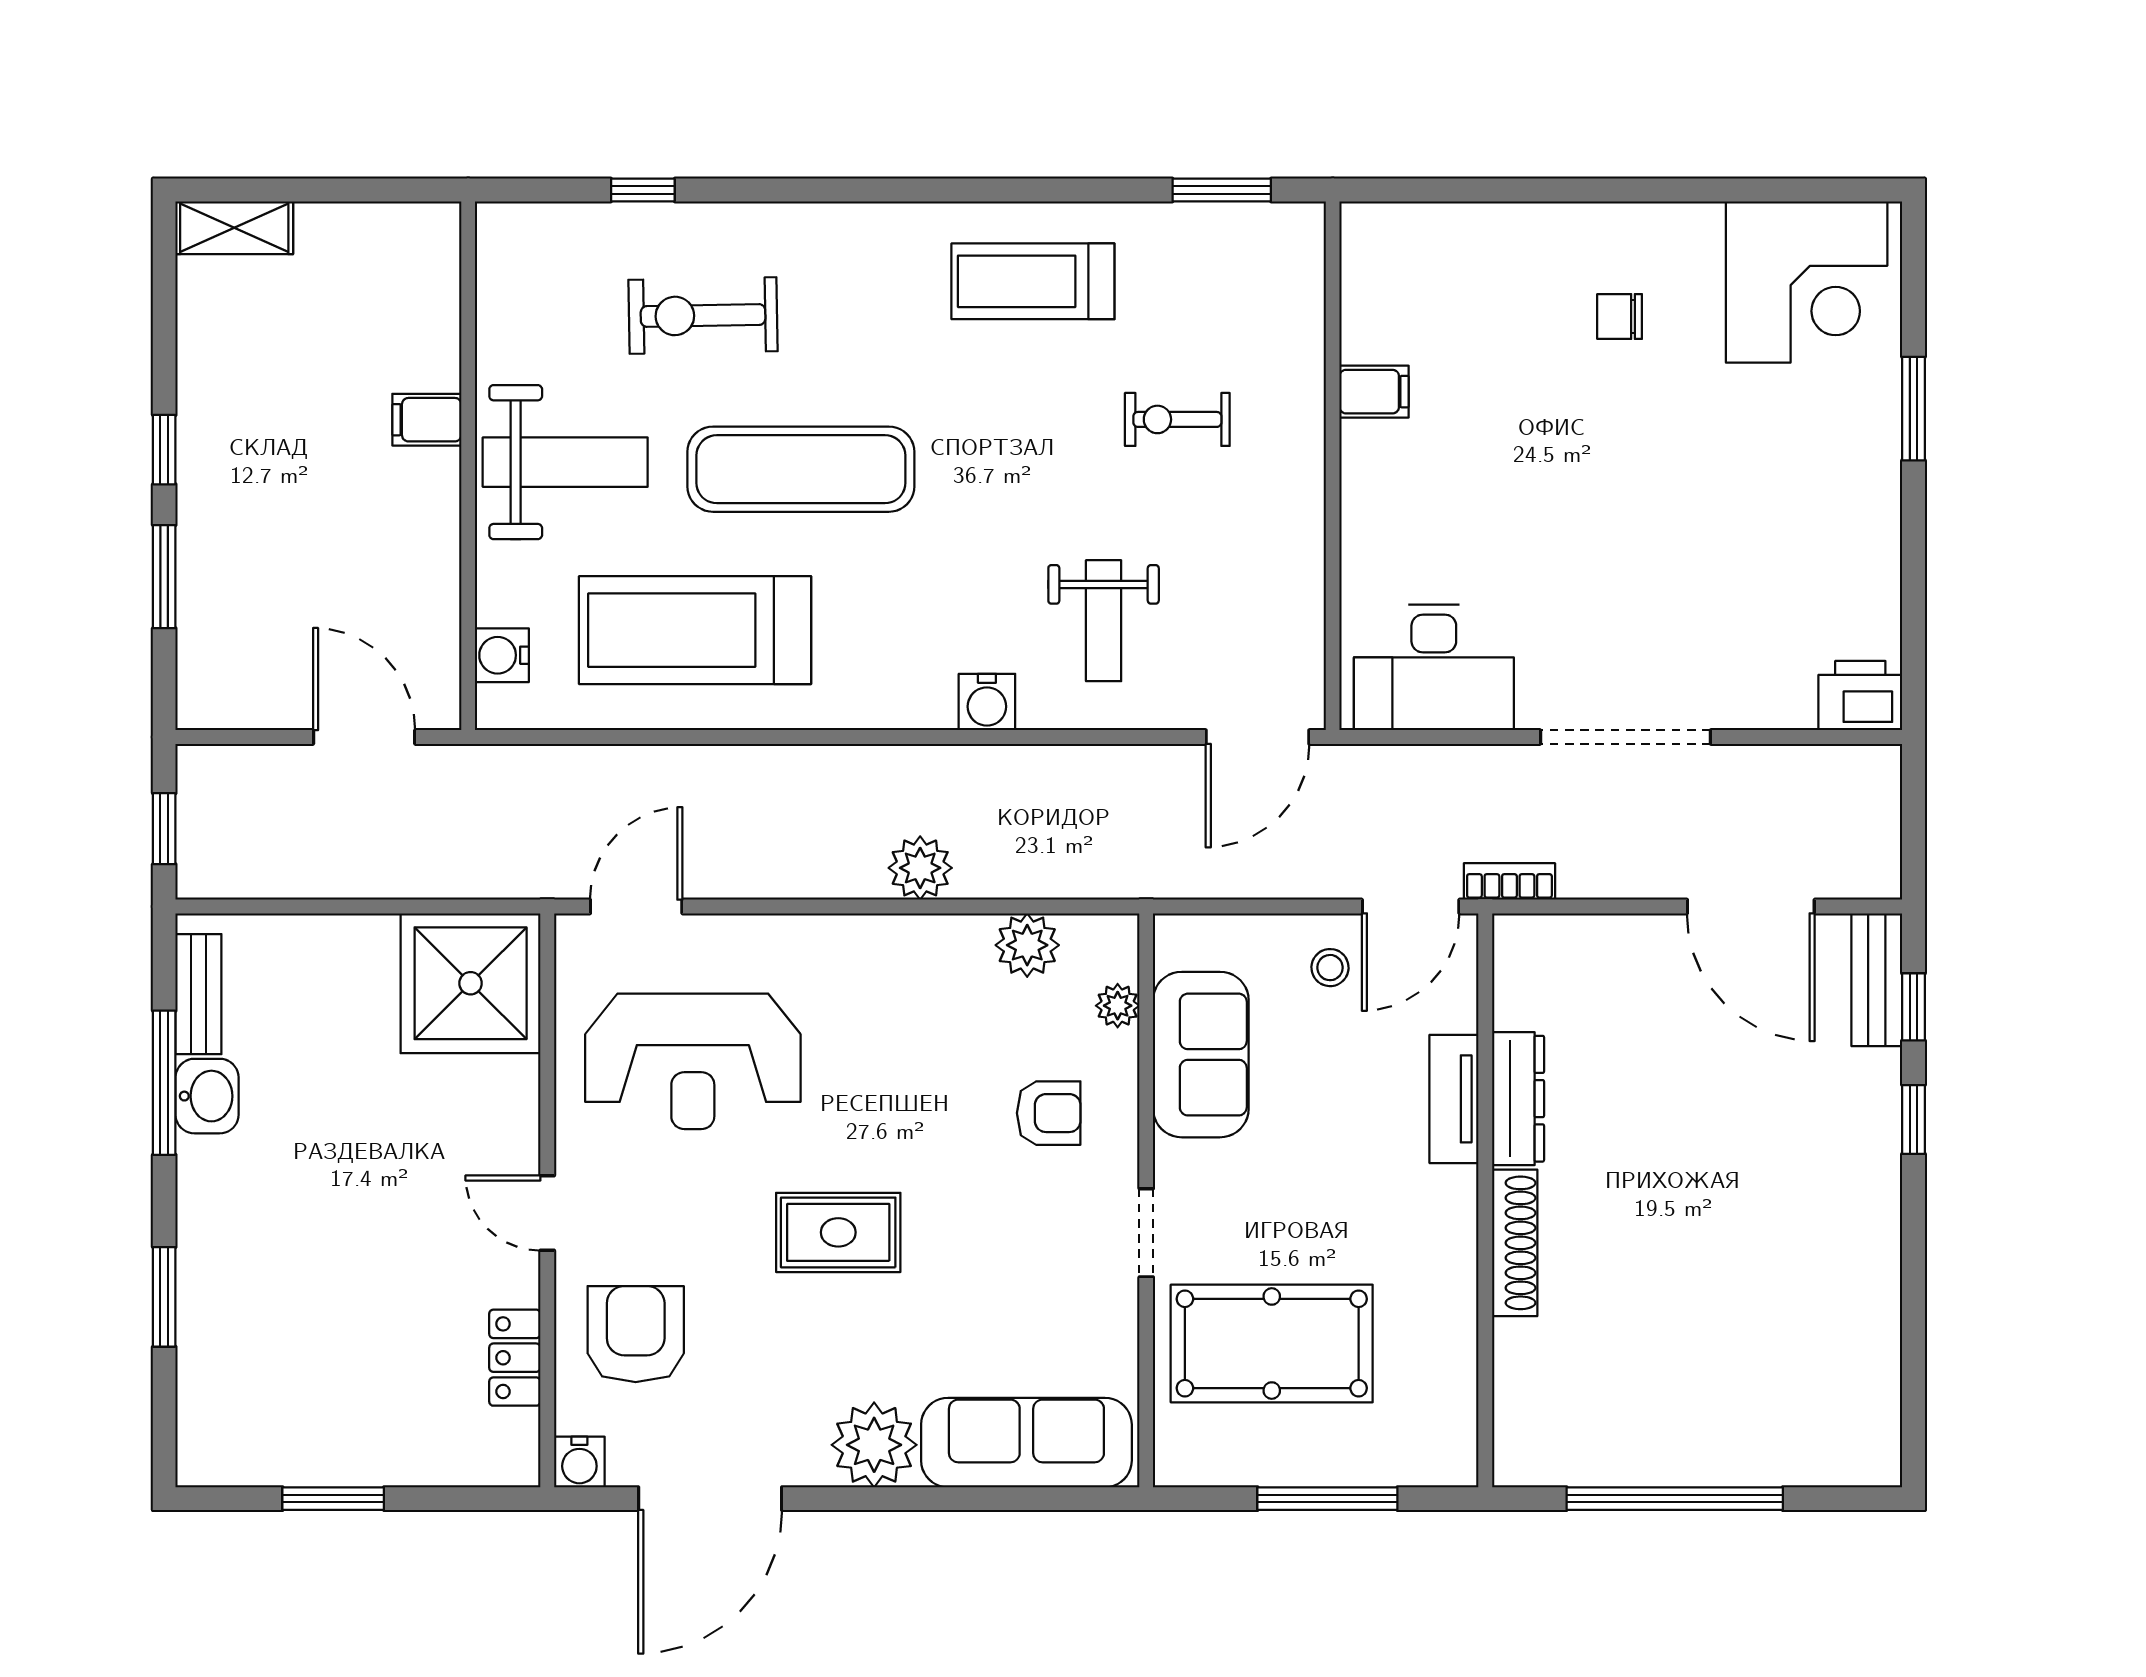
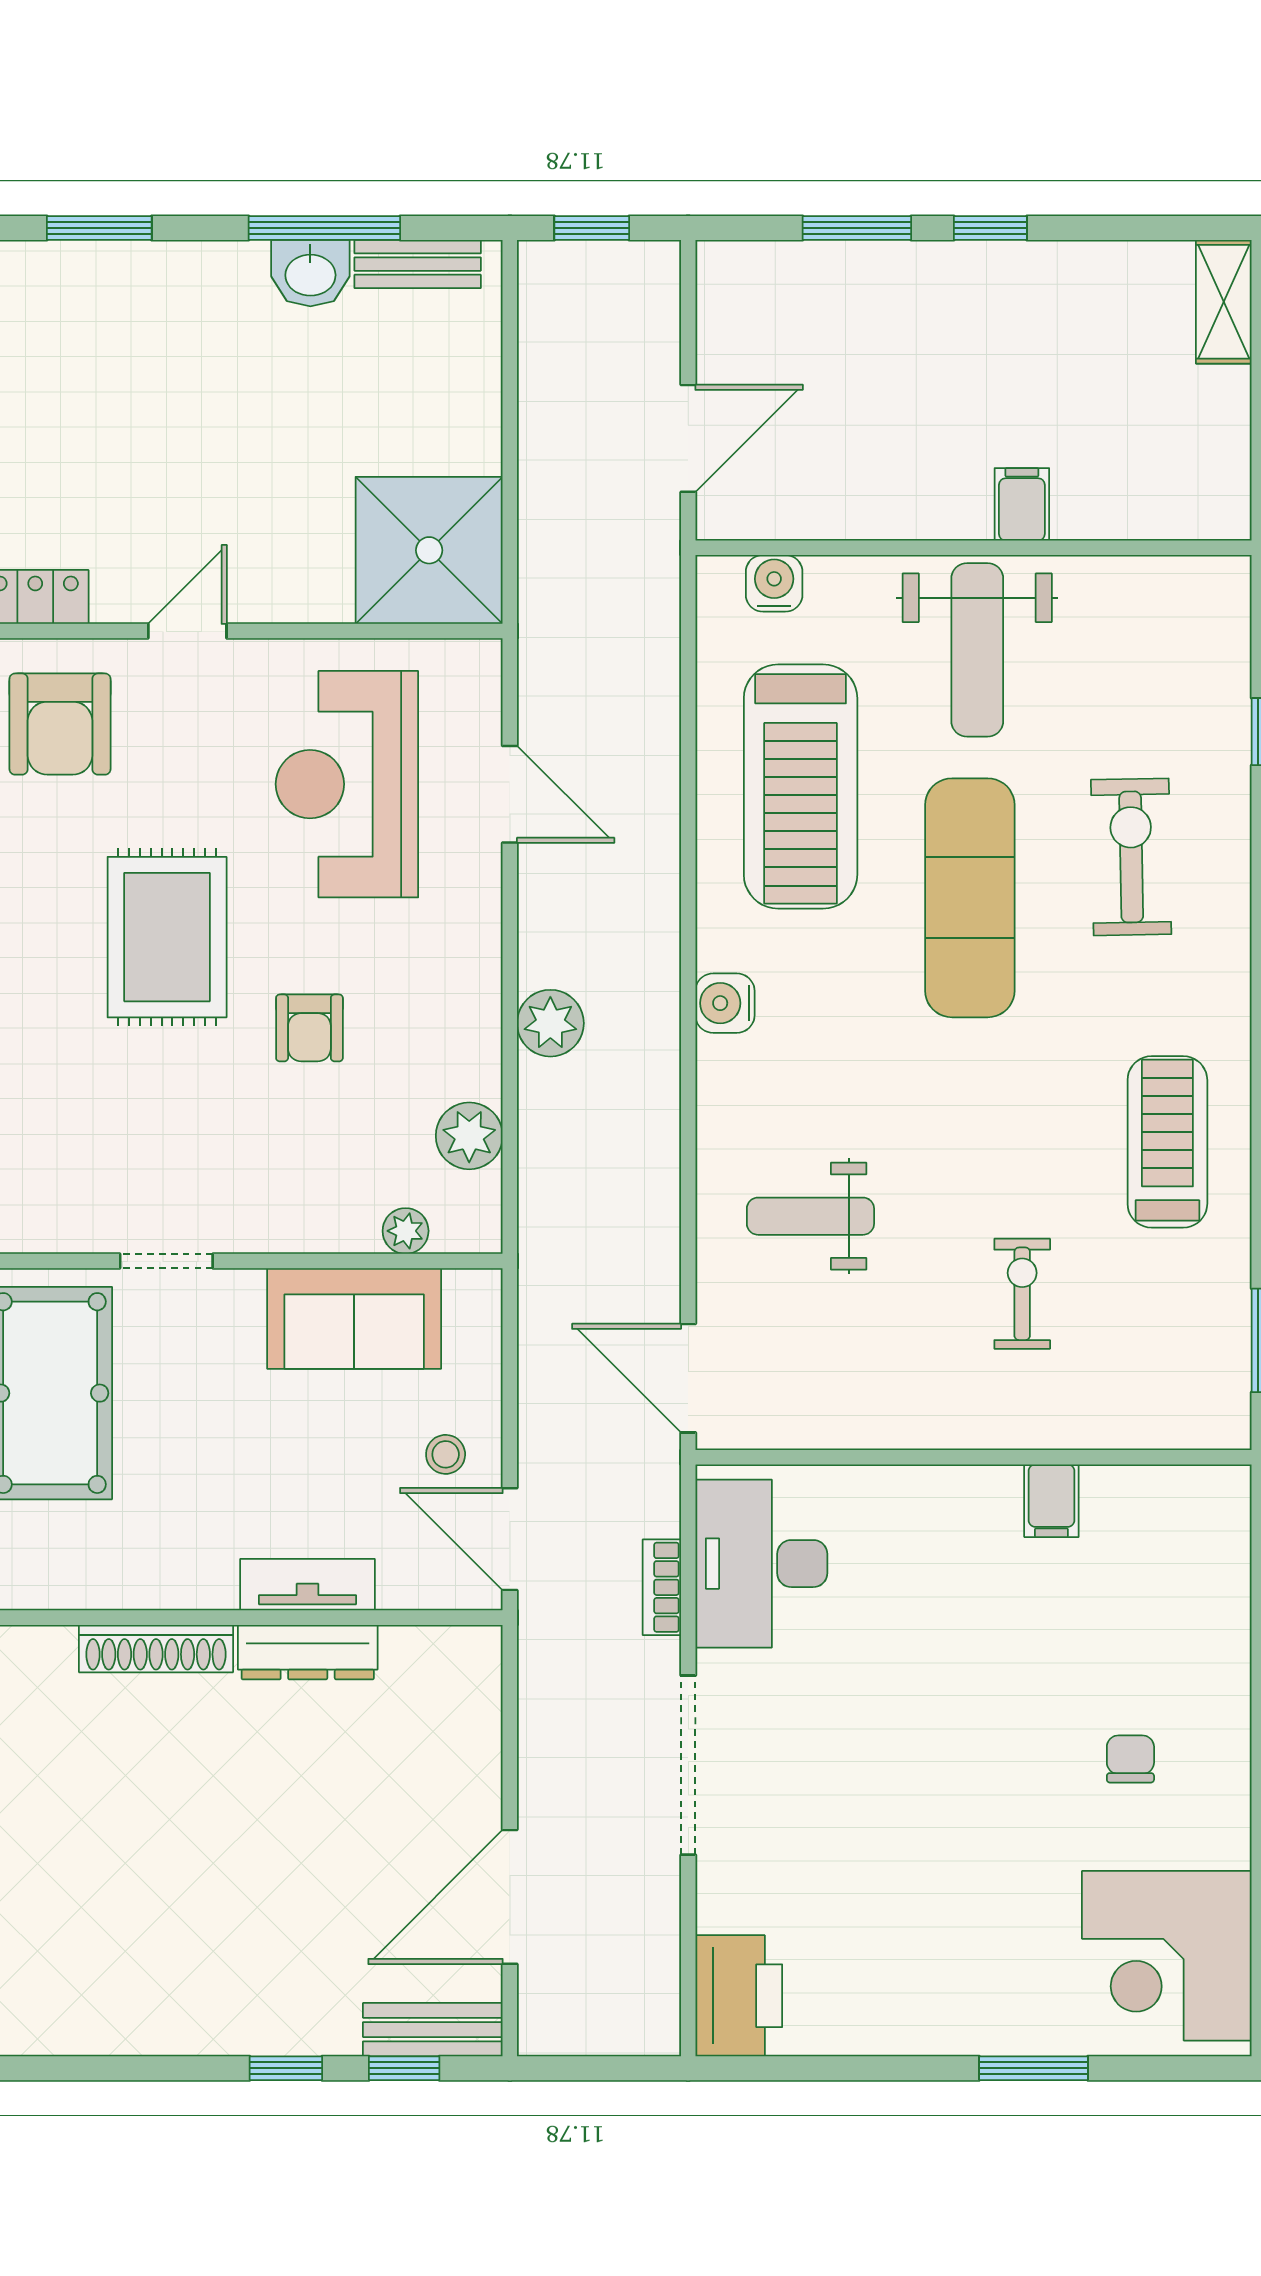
exercise bike: (703, 315) -> (1131, 857), moved
treadmill: (695, 630) -> (801, 786), turned 180
printer: (1860, 696) -> (739, 1996), width x1.37, depth x1.19
water cooler: (987, 702) -> (725, 1003), moved
bookcase: (1509, 881) -> (662, 1587), moved, turned 180
door: (636, 906) -> (510, 794), moved
armchair: (1049, 1113) -> (309, 1028), moved
rug: (838, 1232) -> (167, 937), width x1.36, depth x1.43
armchair: (636, 1334) -> (60, 724), turned 90

